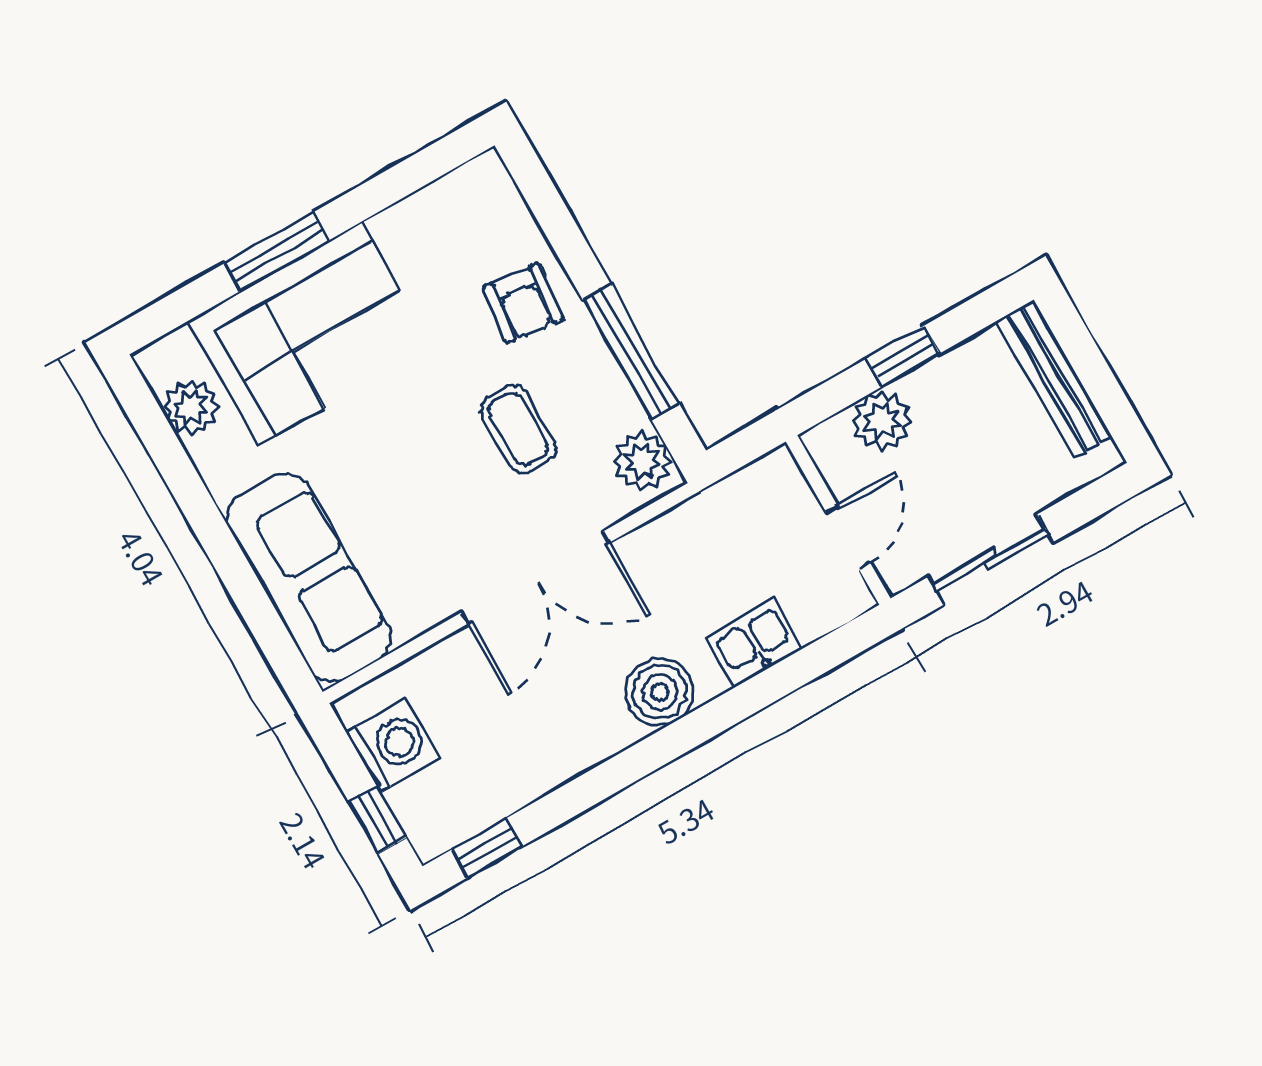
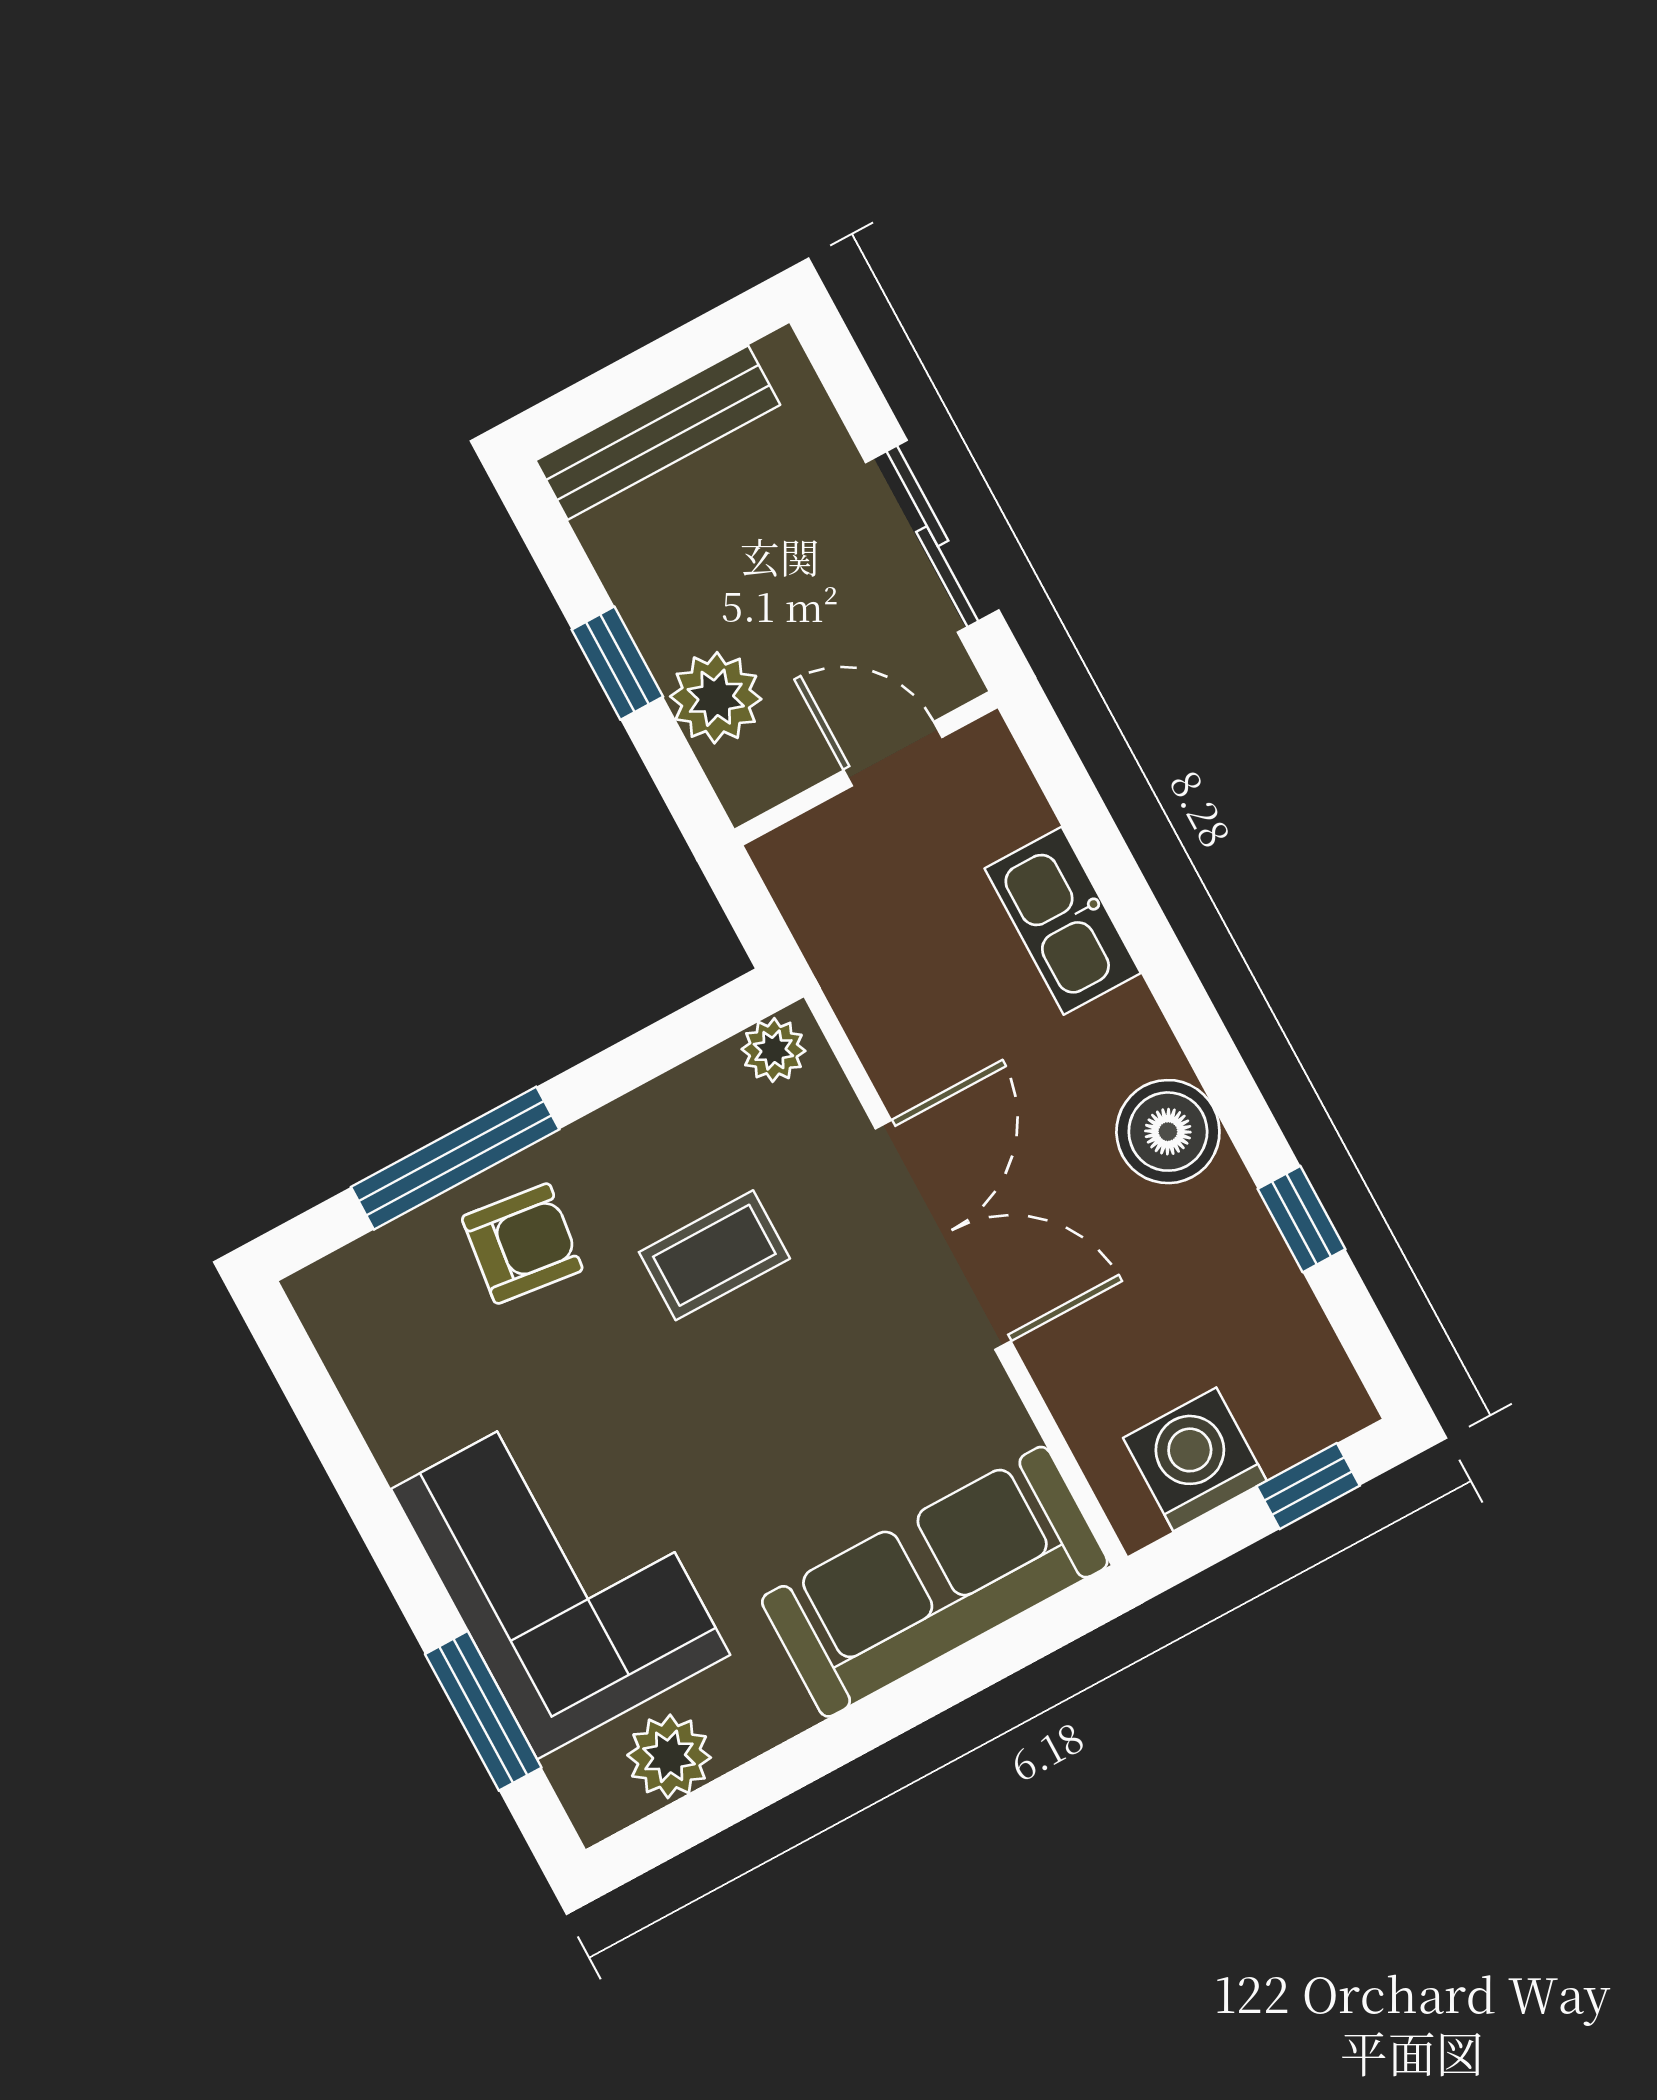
window: (277, 252) -> (483, 1711), moved
window: (631, 351) -> (455, 1158), moved
plant: (642, 461) -> (773, 1050), width x0.73, depth x0.73
kitchen sink: (755, 643) -> (1063, 921), width x1.38
boiler: (660, 692) -> (1168, 1132), moved
window: (487, 848) -> (1301, 1219), moved

